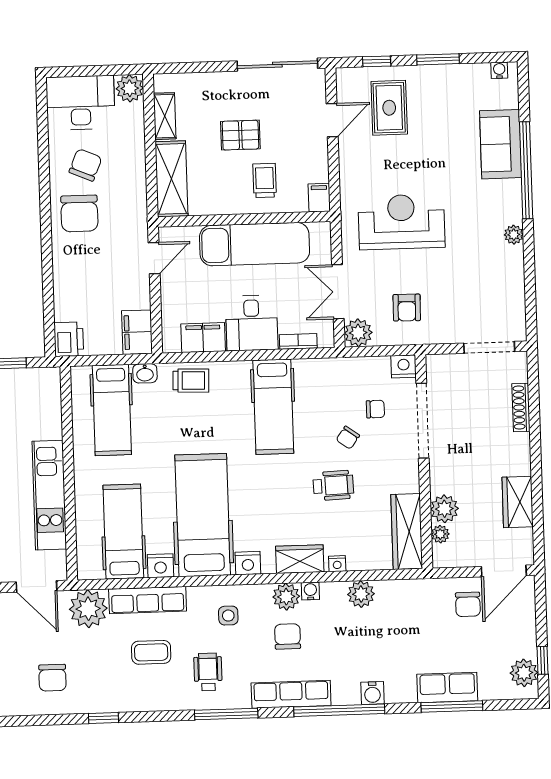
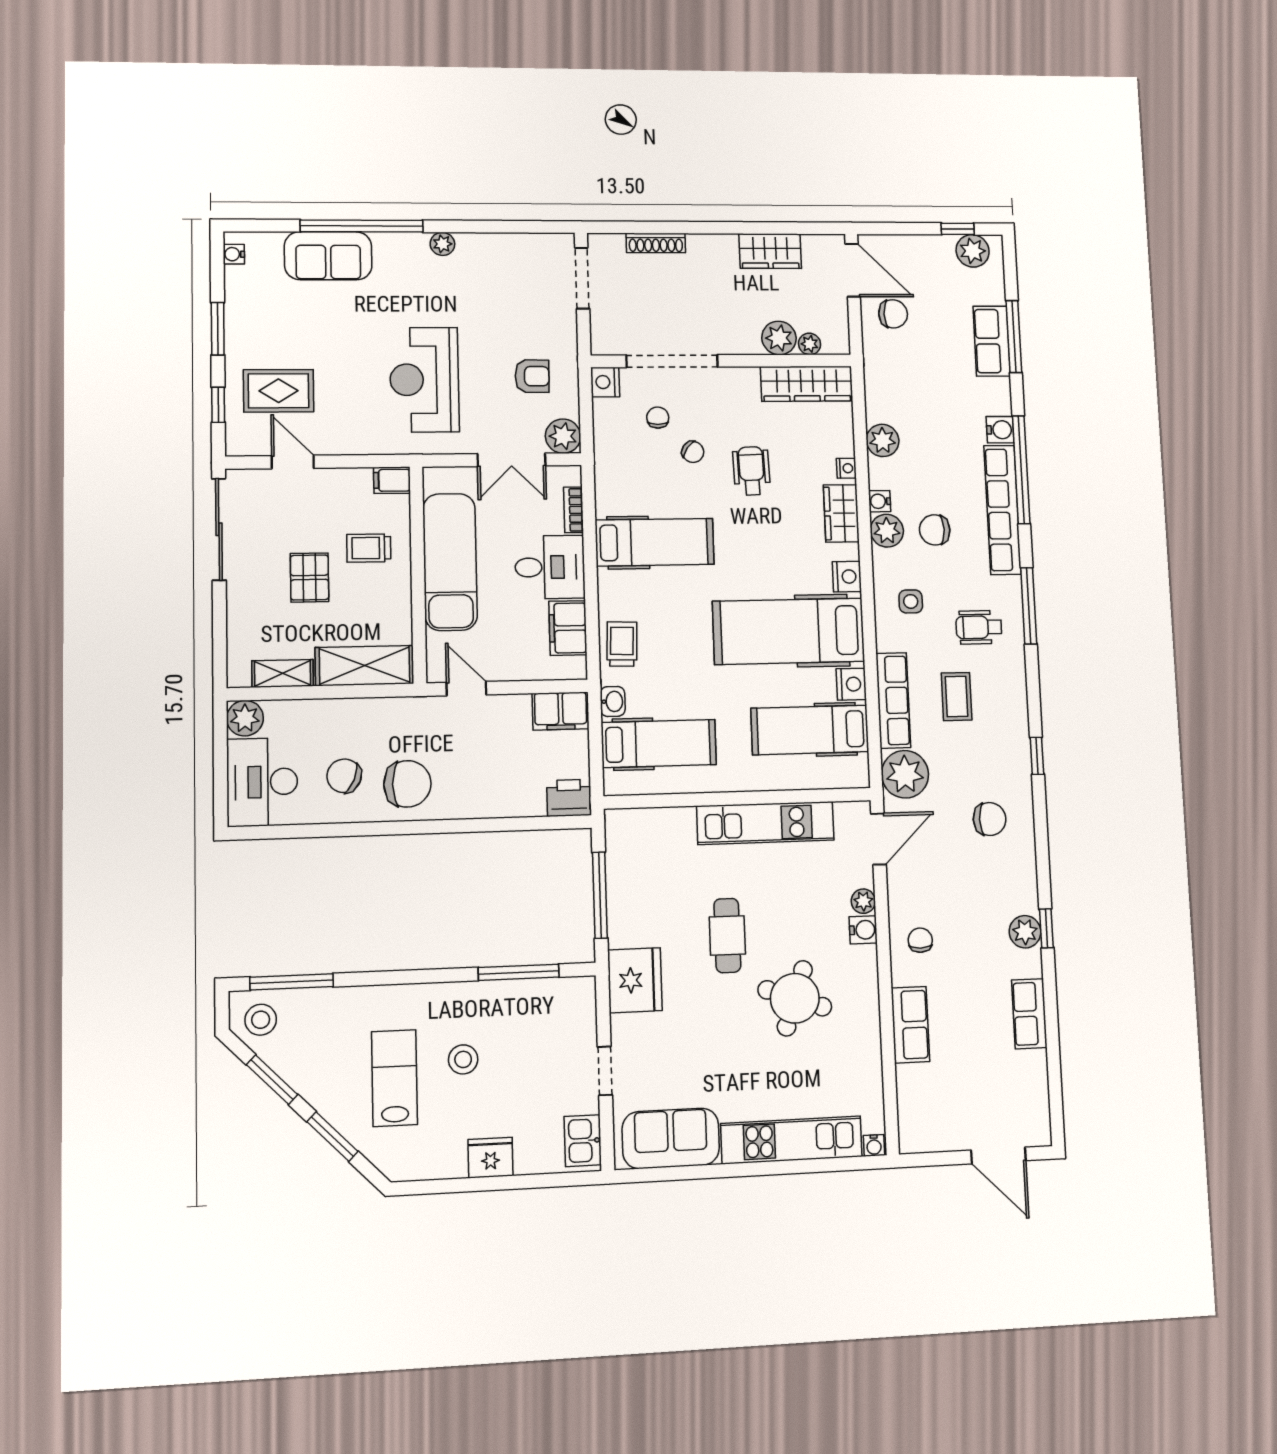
row of seats: (291, 694) -> (1003, 510), width x1.36

